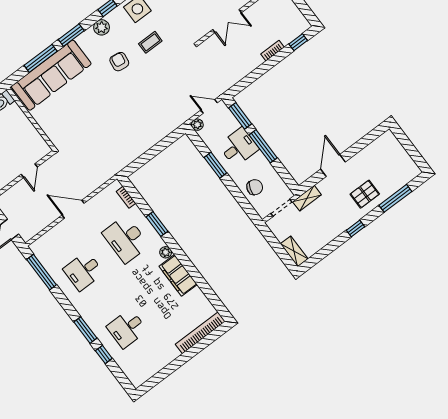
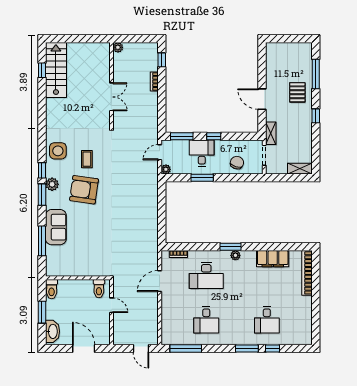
window: (71, 35) -> (42, 195), moved
armchair: (119, 62) -> (84, 190), width x1.88, depth x1.88
sofa: (51, 75) -> (56, 227), width x0.54, depth x0.79
window: (263, 146) -> (214, 136), width x0.46
toilet: (36, 147) -> (99, 289), added
door: (73, 209) -> (160, 281), moved
window: (157, 224) -> (230, 247), moved
filing cabinet: (178, 275) -> (273, 259), moved

